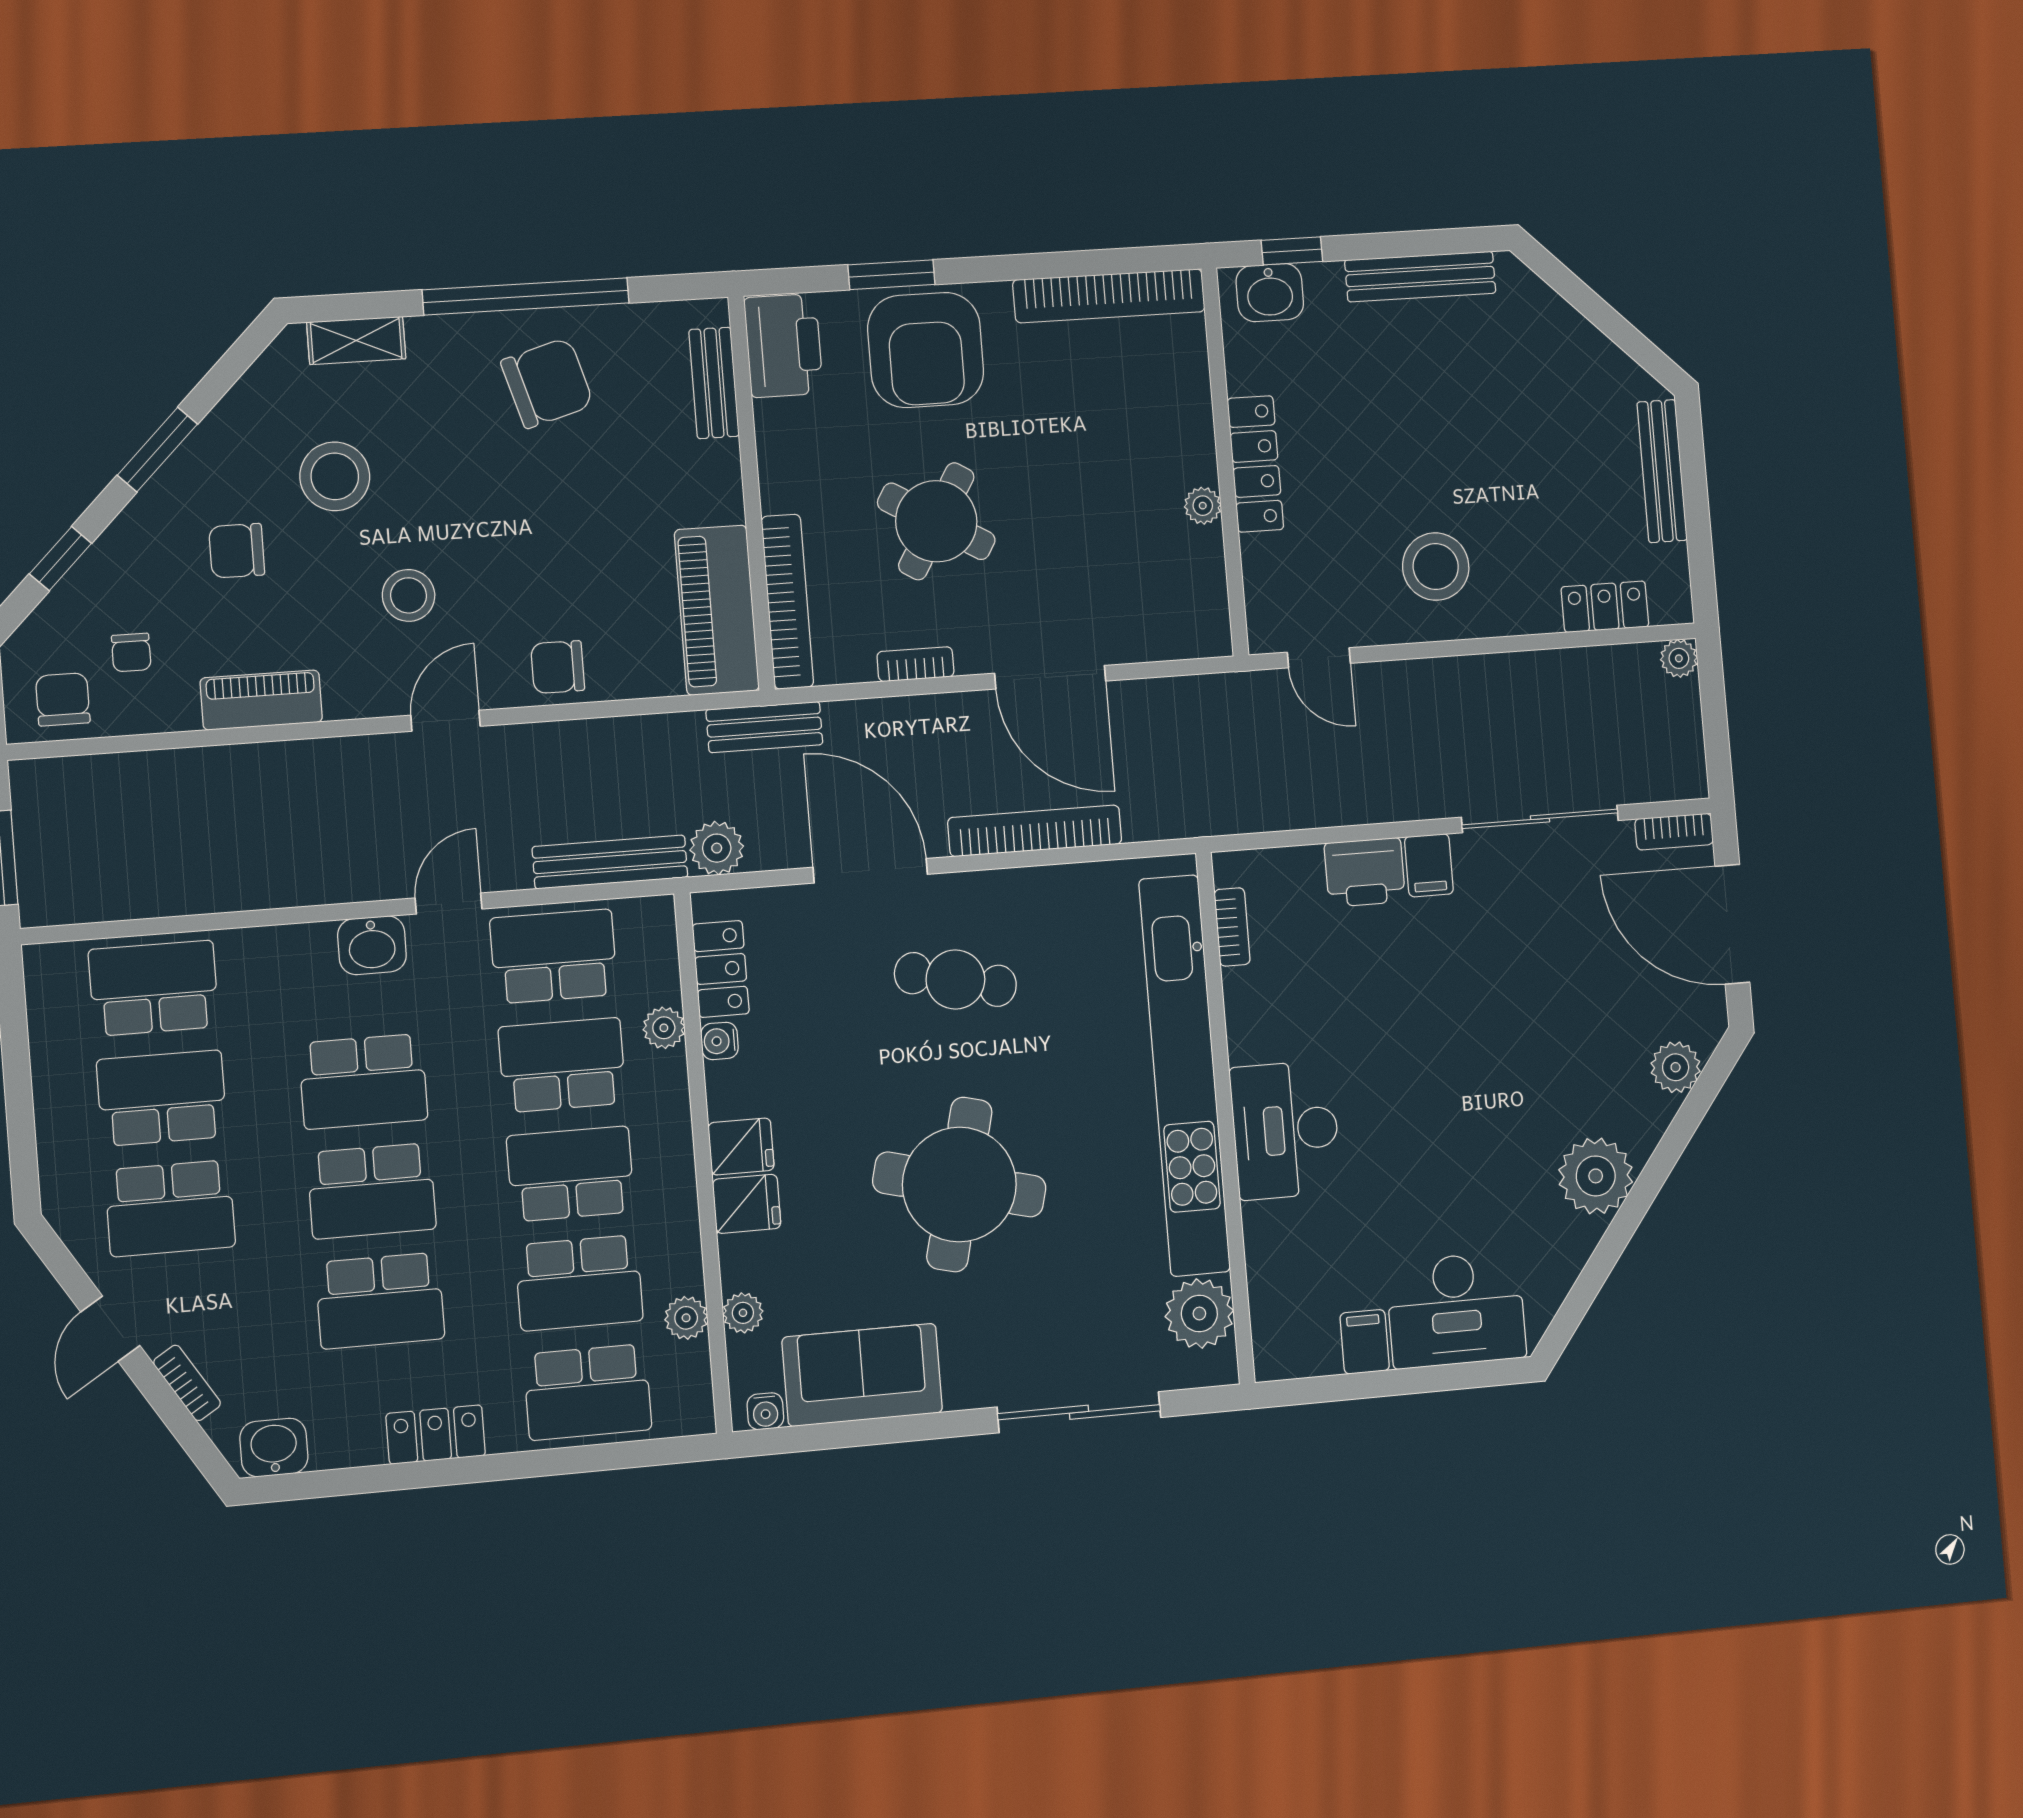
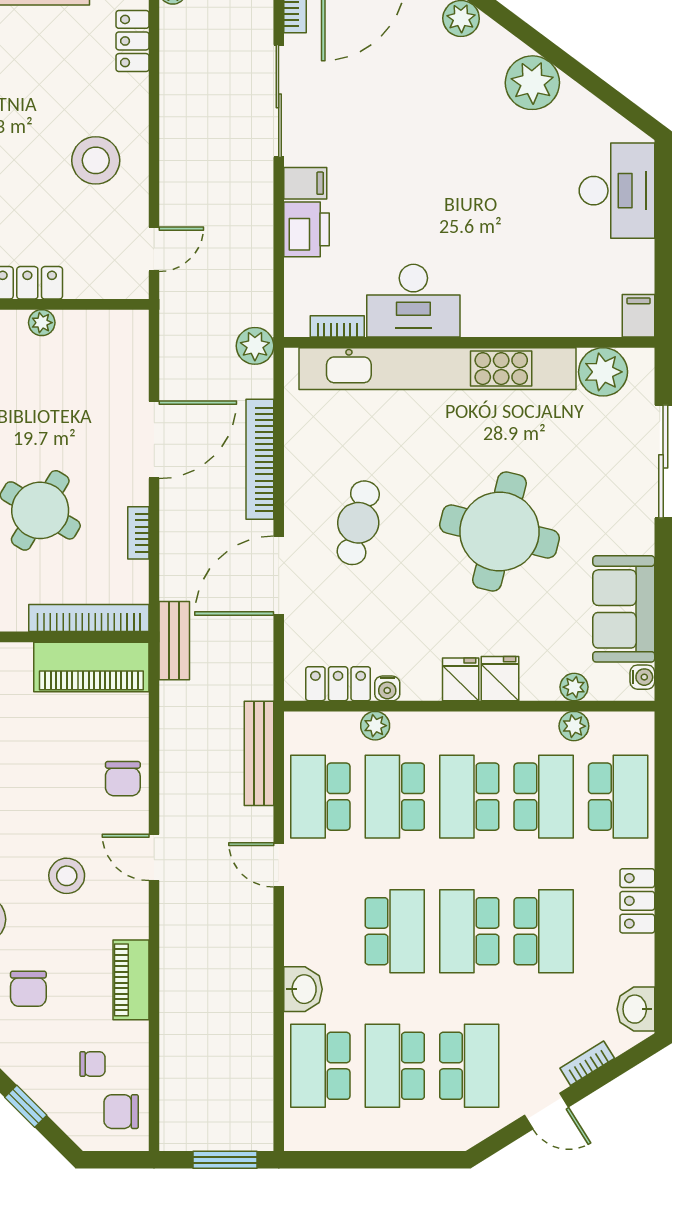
plant: (717, 848) -> (255, 346), moved
washbasin: (372, 945) -> (303, 989), moved
desk: (1285, 1130) -> (413, 301), moved
school desk: (372, 1191) -> (469, 931), turned 180
filing cabinet: (1365, 1342) -> (638, 316), moved, turned 90

